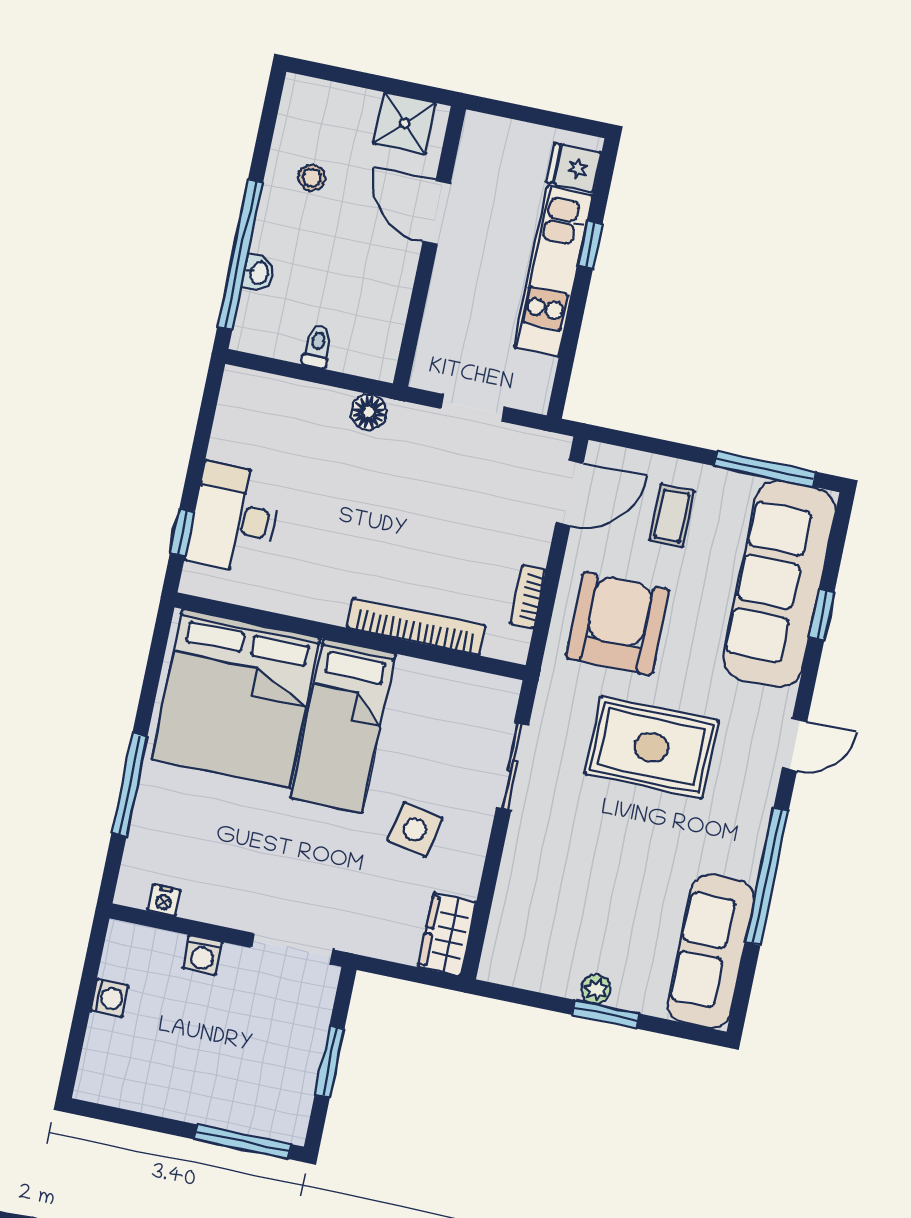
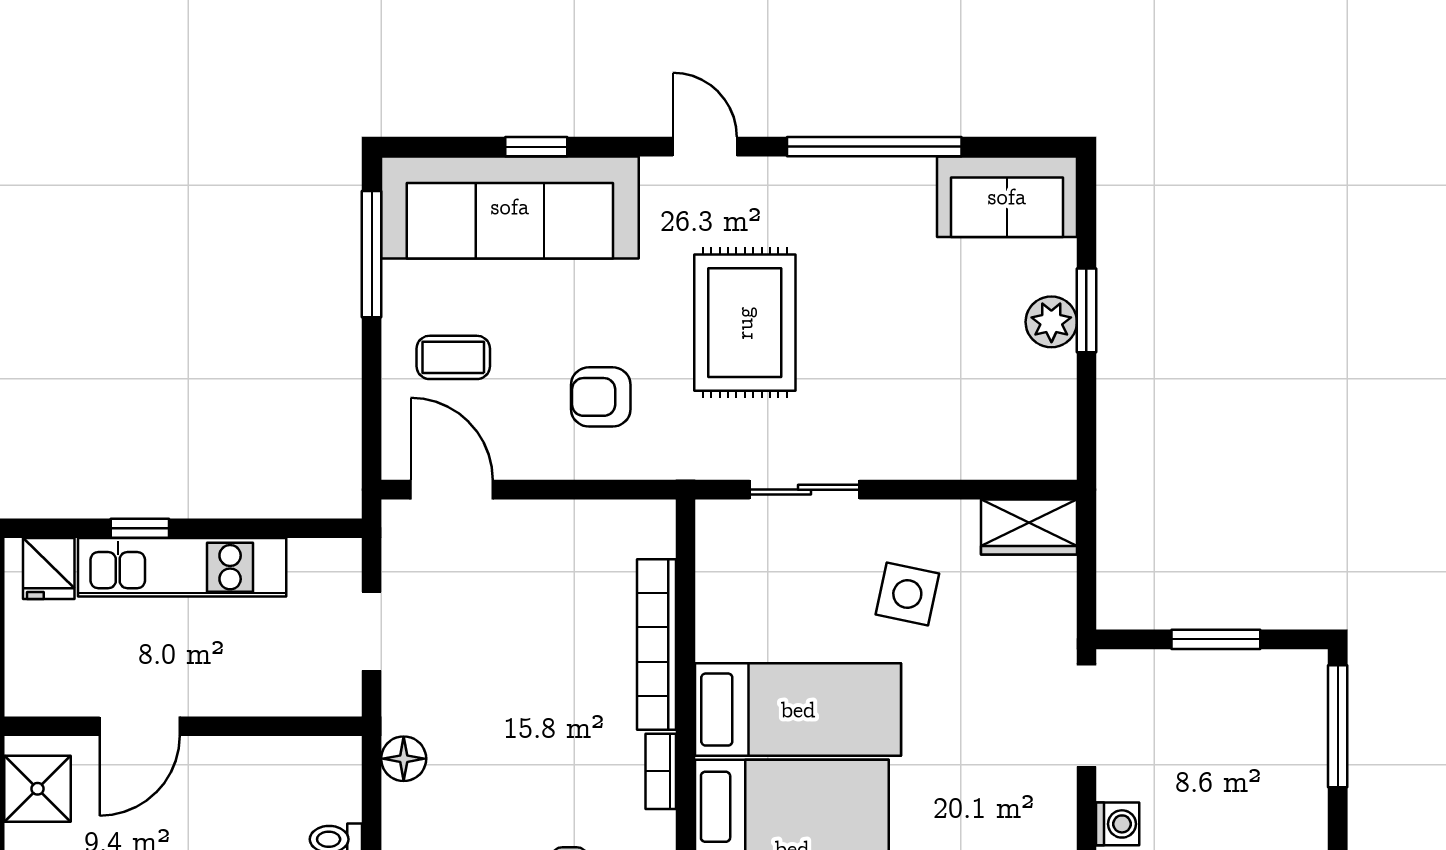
bookcase: (528, 597) -> (661, 771), moved, turned 90
armchair: (617, 624) -> (601, 397), width x0.53, depth x0.53
sofa: (711, 951) -> (1007, 197), width x0.73
plant: (596, 989) -> (1051, 322), width x1.38, depth x1.38

